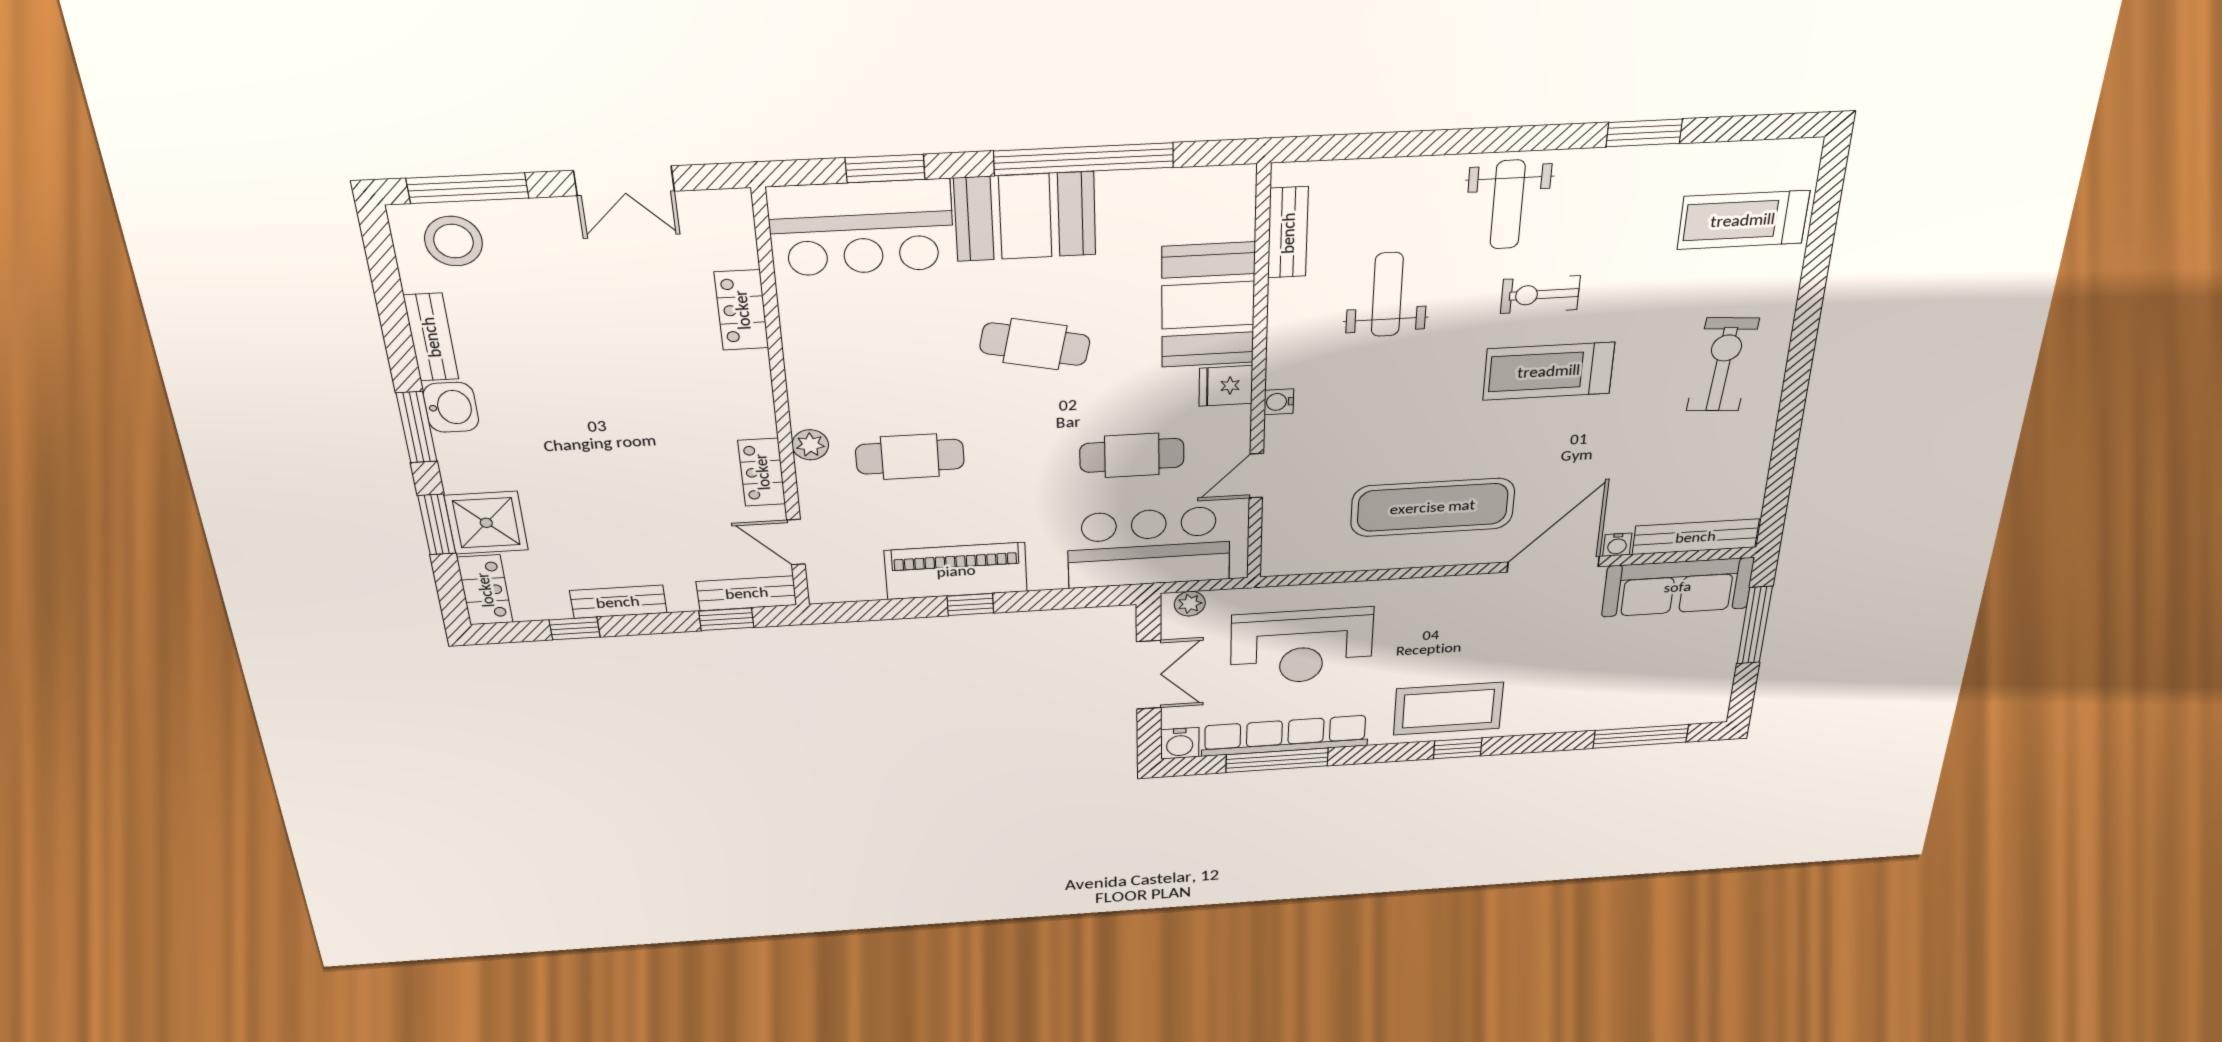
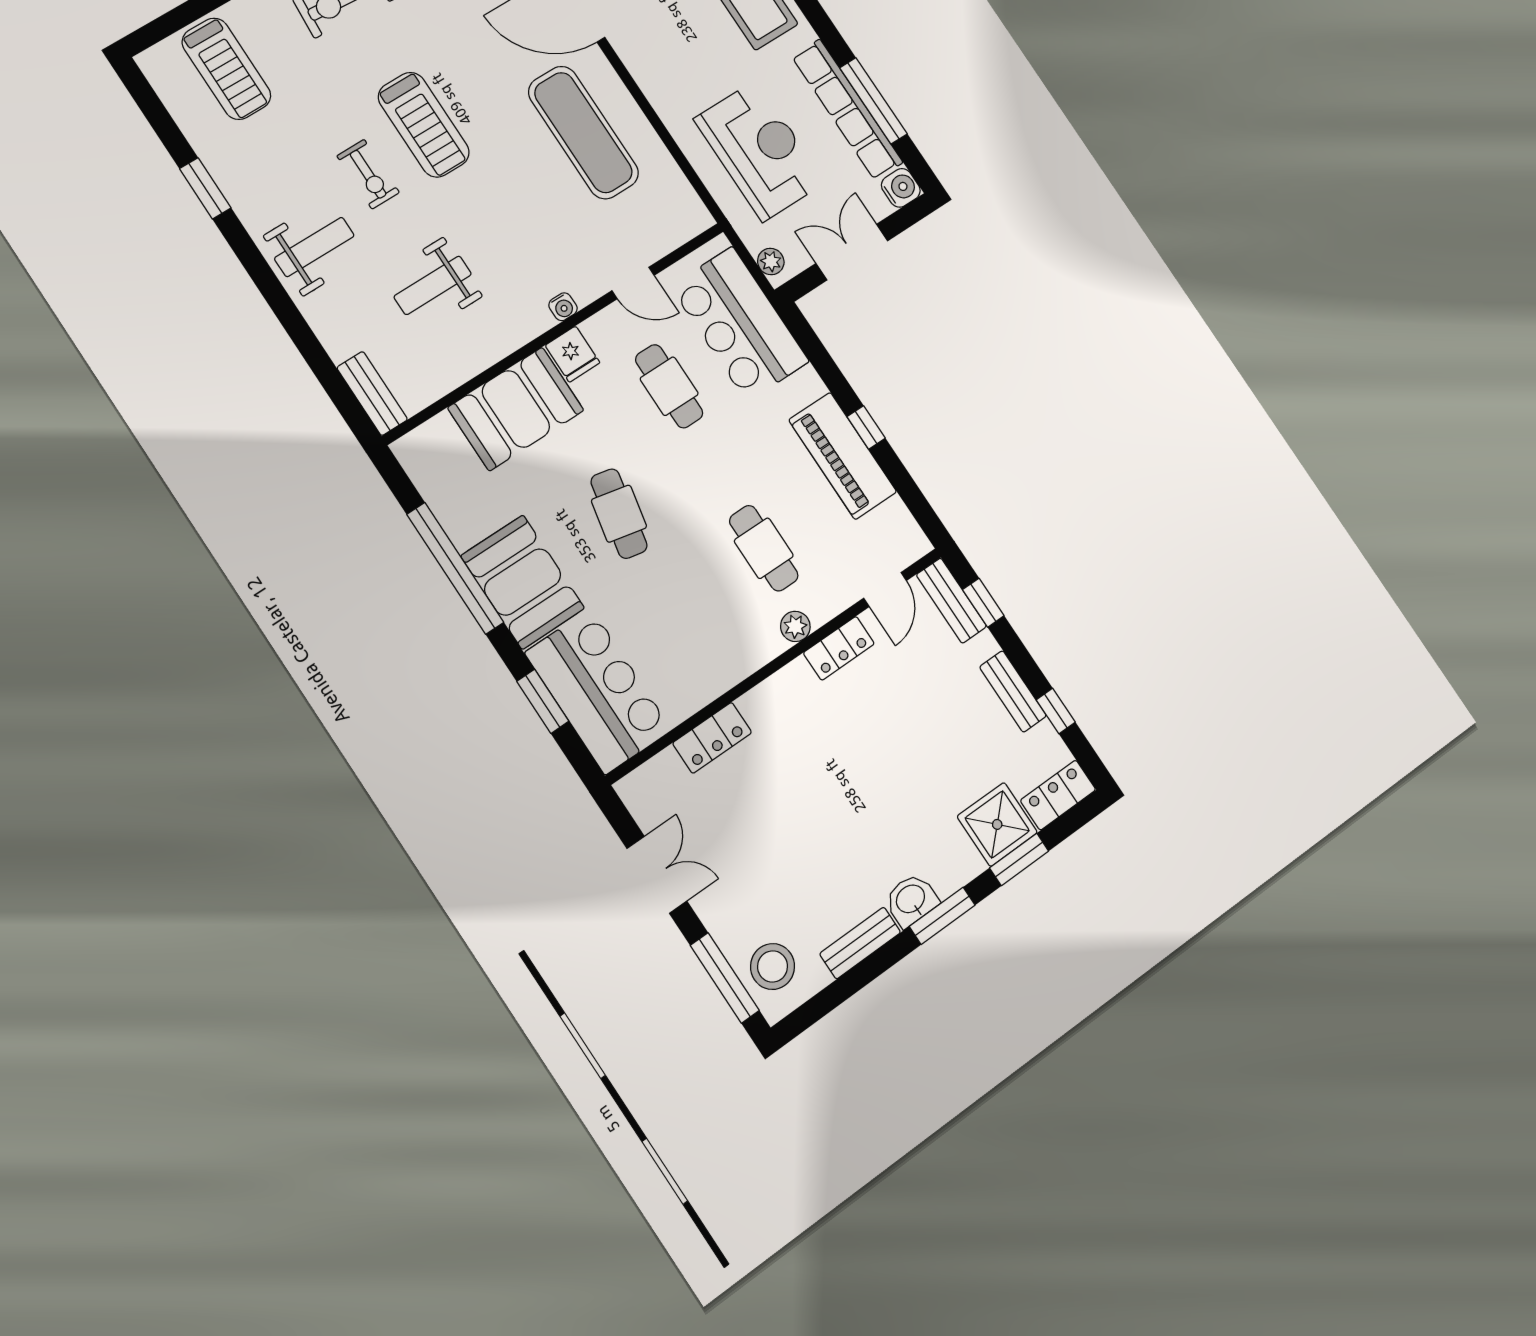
bench: (1288, 233) -> (372, 393), moved, turned 90

